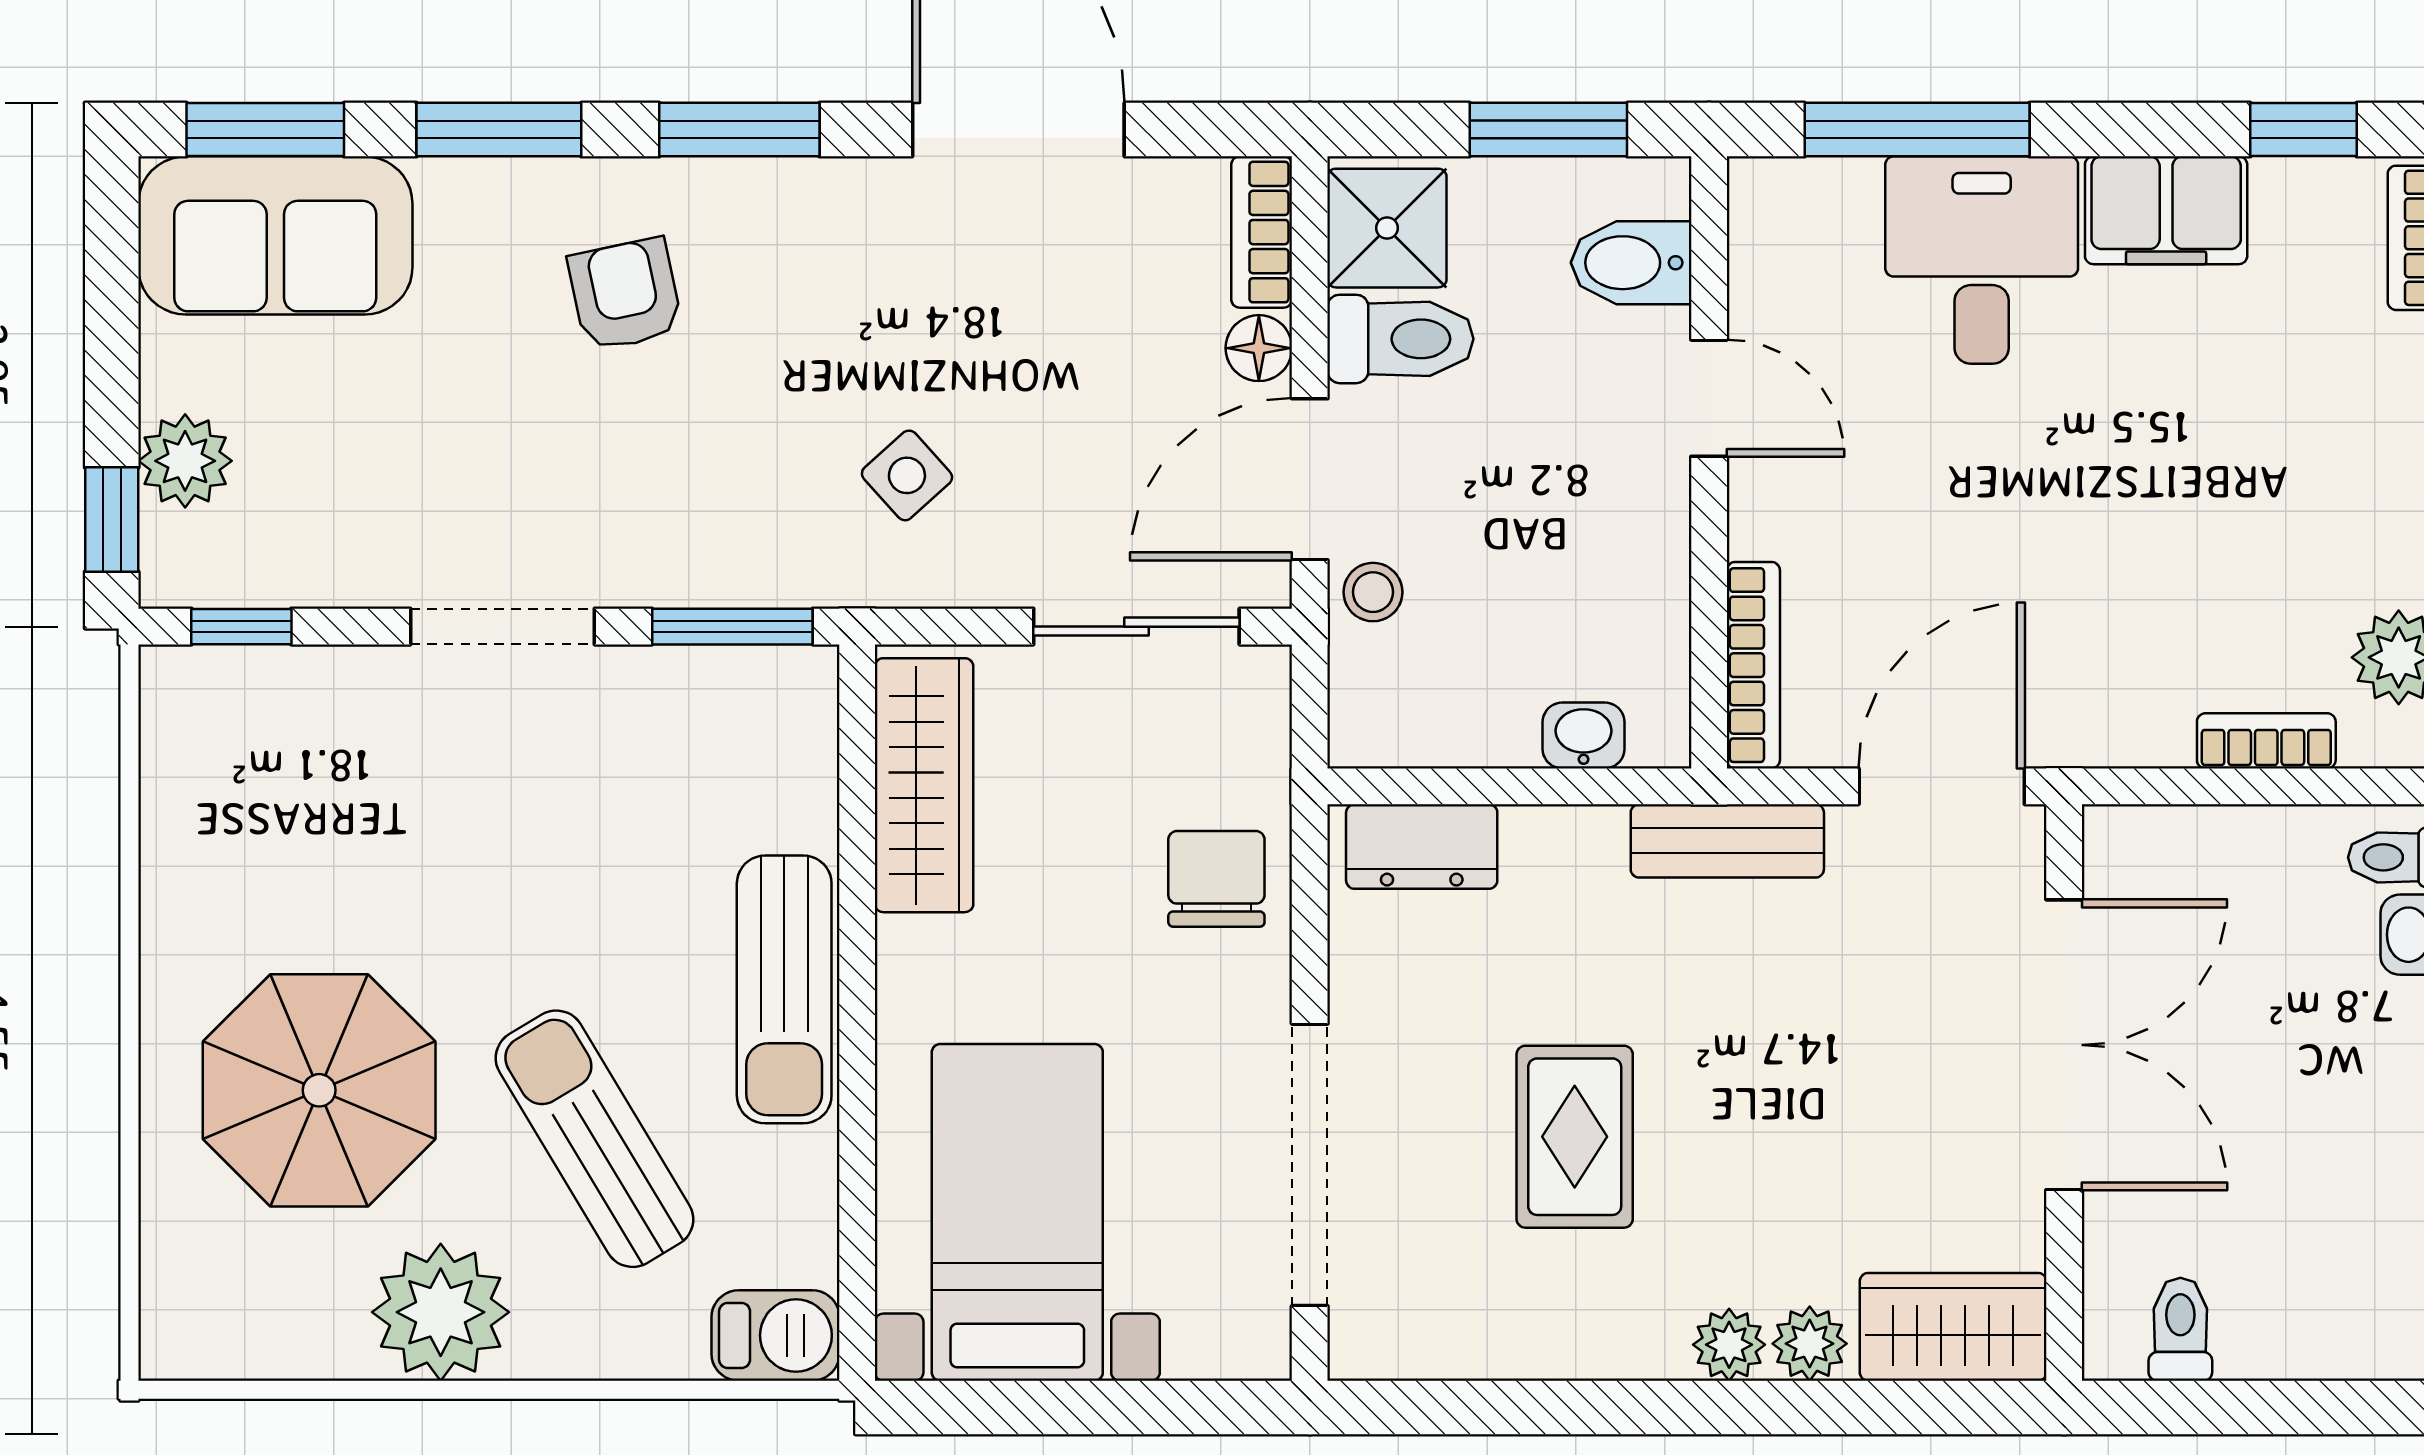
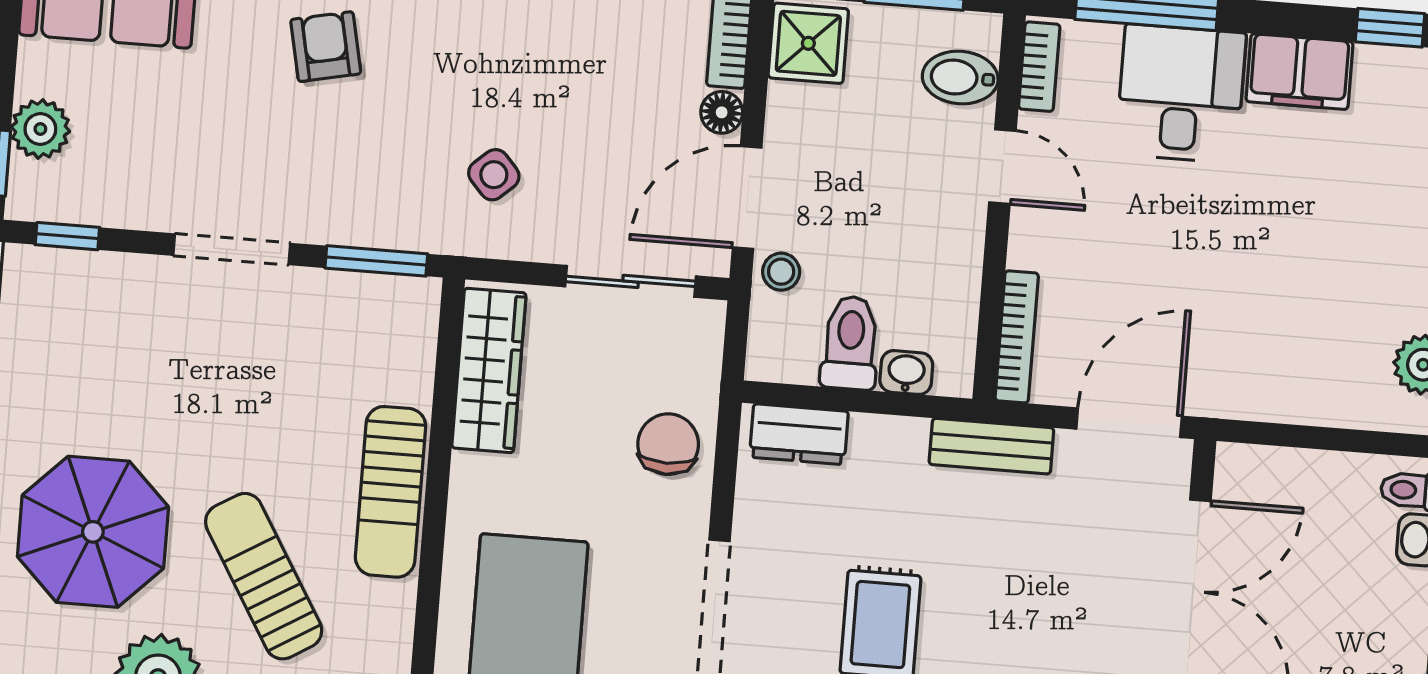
toilet: (1400, 339) -> (850, 343), moved, turned -90
bookcase: (2266, 741) -> (1039, 67), moved, turned 90

